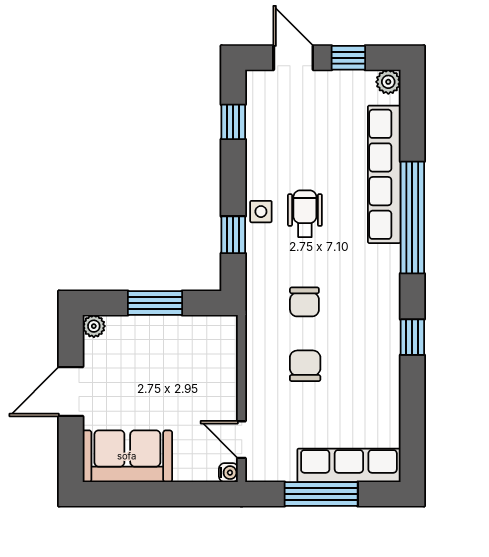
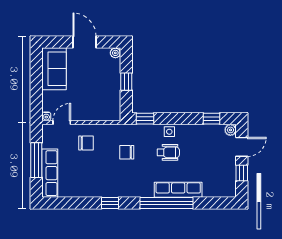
plant: (388, 82) -> (230, 130), moved
row of seats: (384, 174) -> (178, 190), width x0.73
window: (233, 235) -> (145, 119), moved
window: (155, 303) -> (126, 82), width x0.67
chair: (305, 366) -> (86, 143), moved

